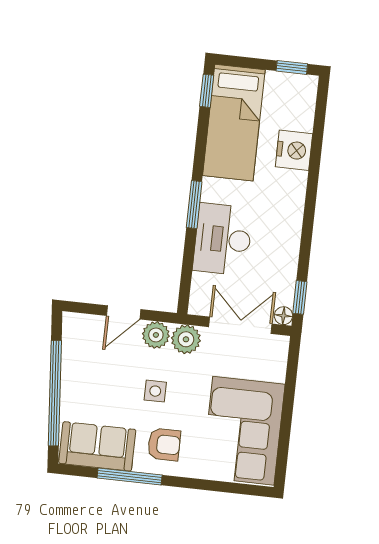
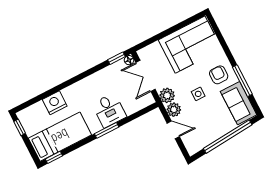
desk: (223, 239) -> (109, 110), width x0.73

